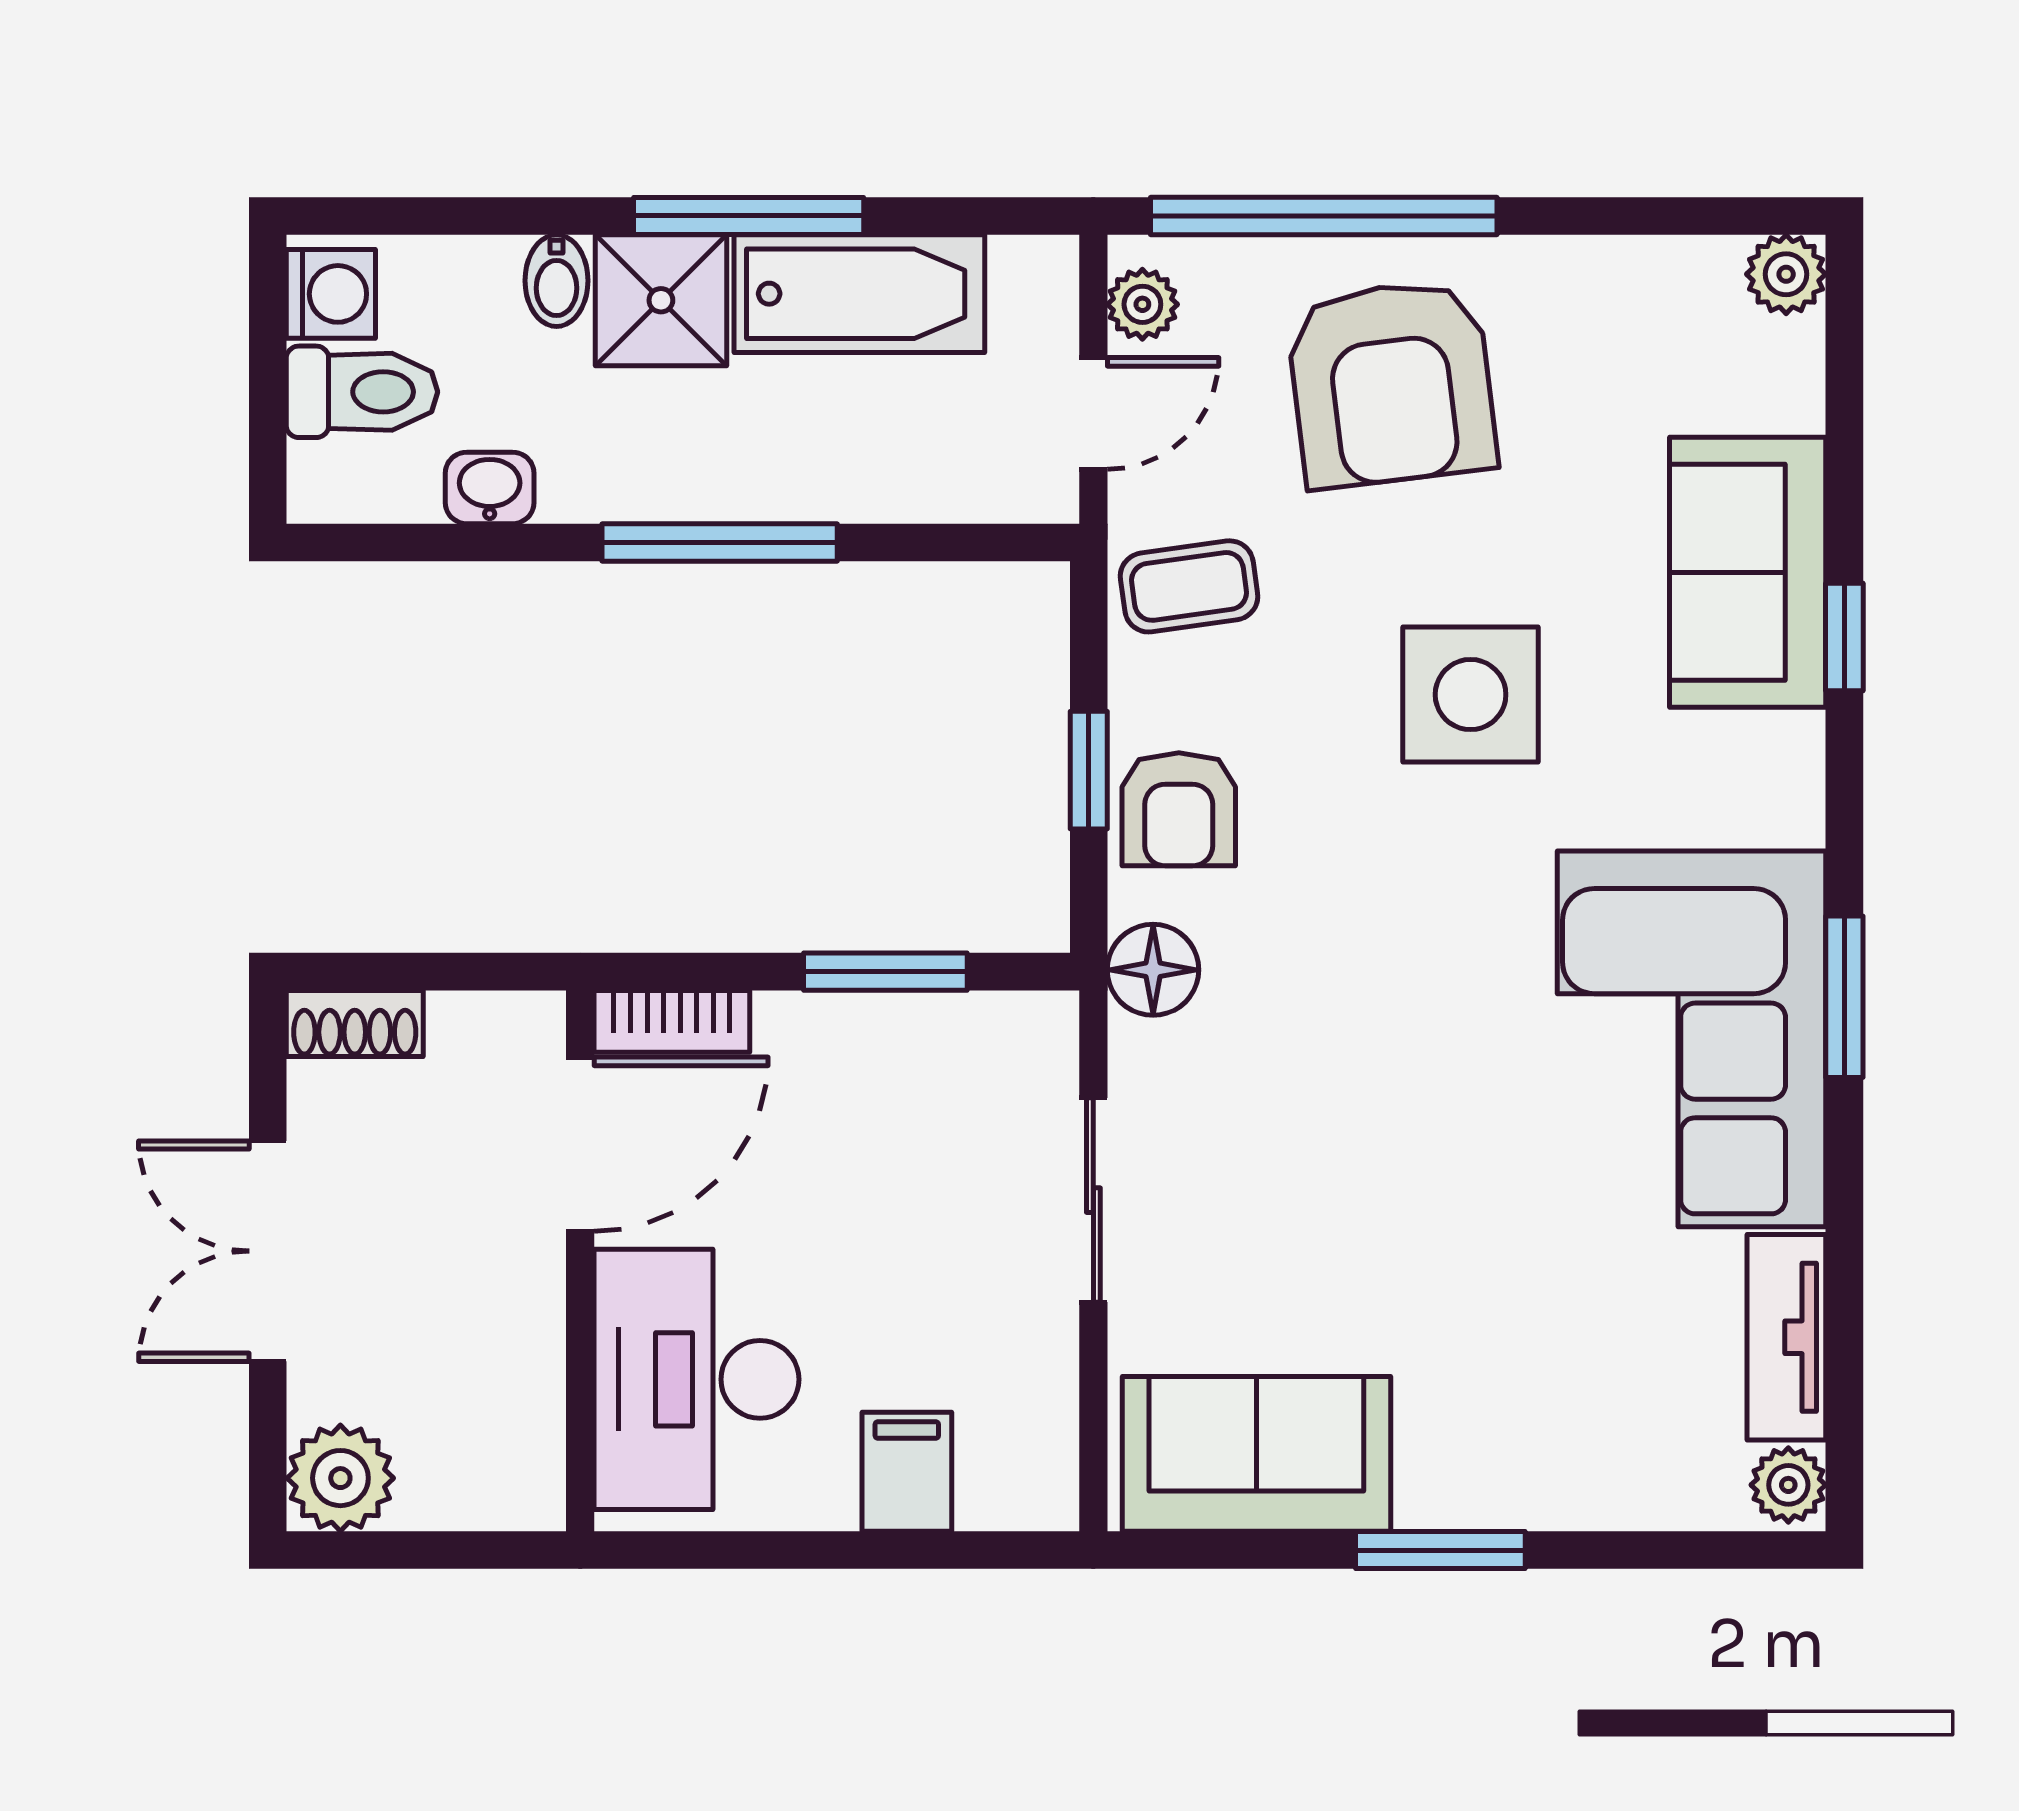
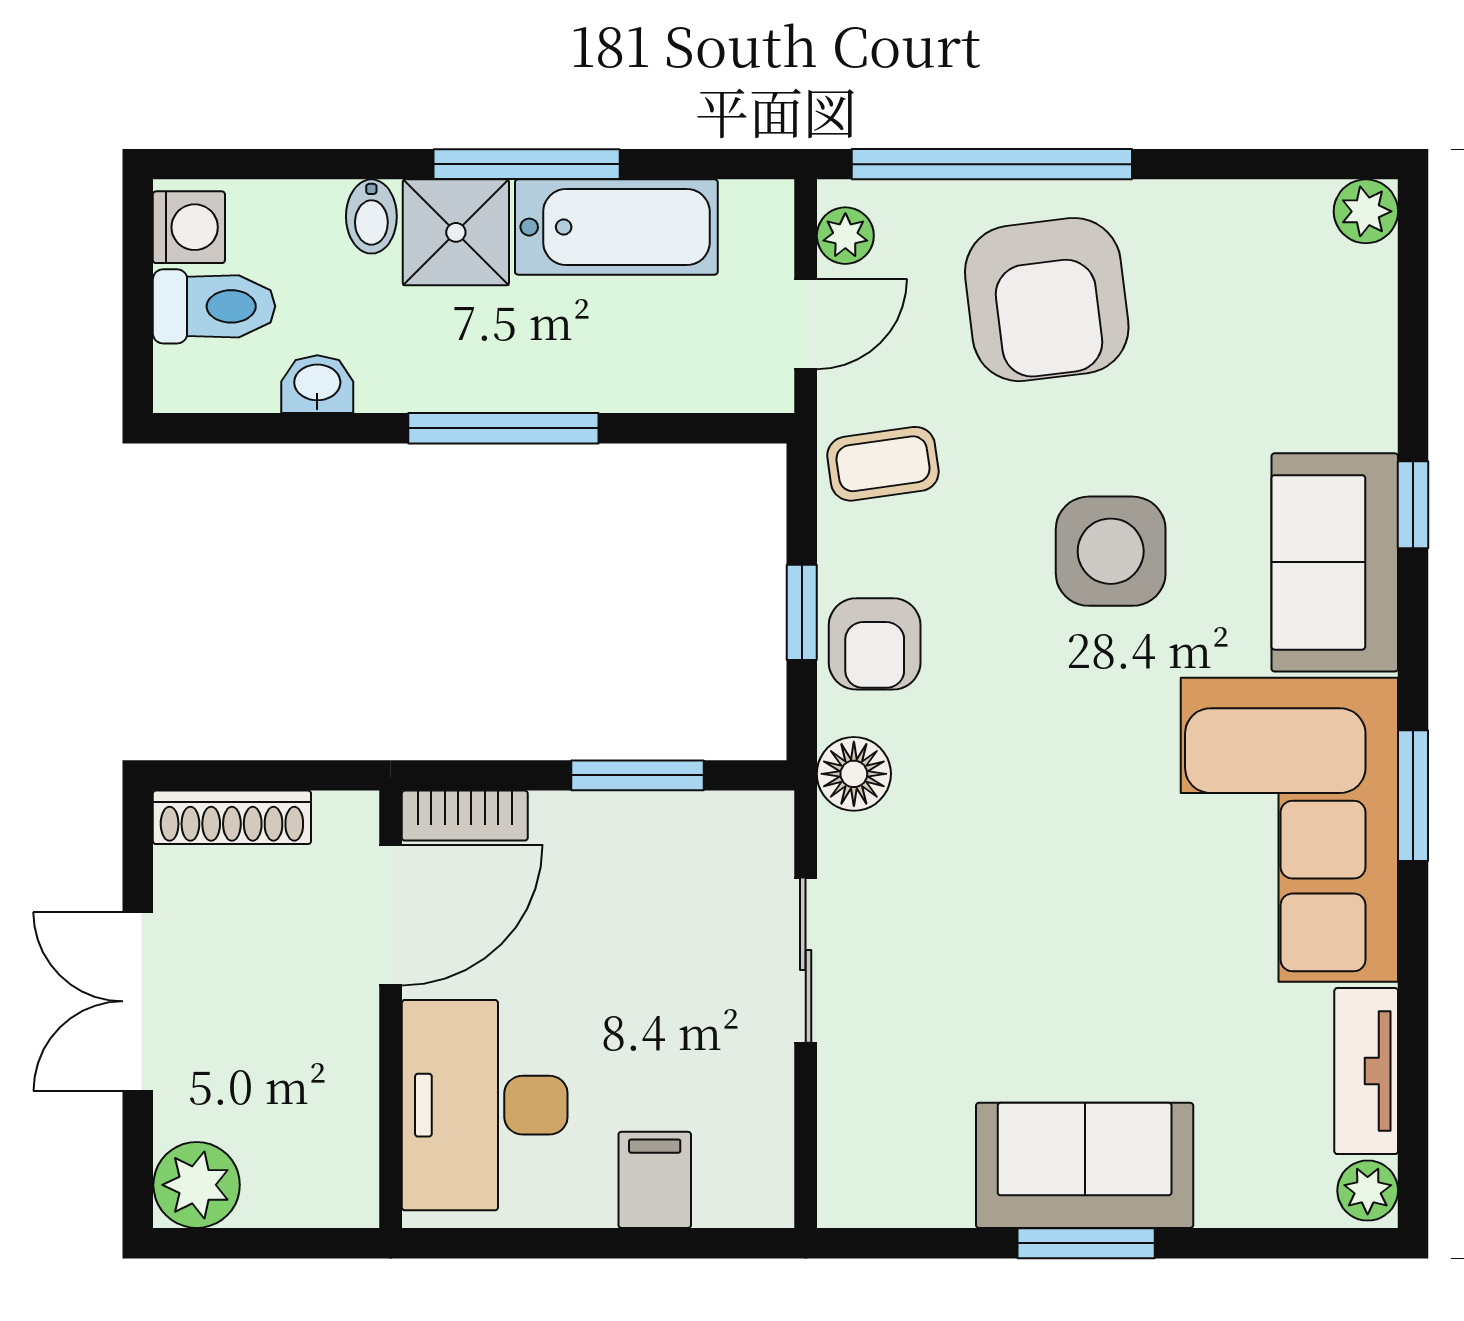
sofa: (1748, 572) -> (1335, 562), moved
shoe rack: (355, 1024) -> (232, 817), width x1.43
sofa: (1256, 1454) -> (1085, 1165), moved

